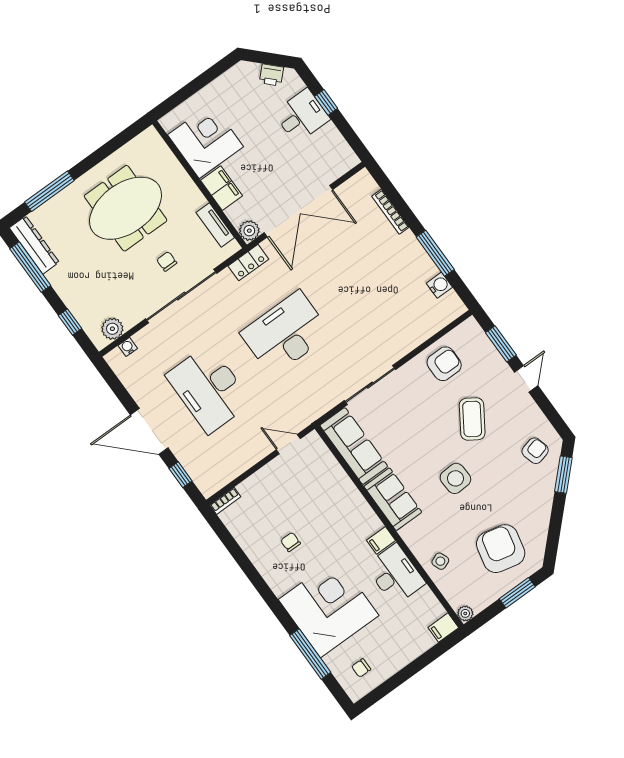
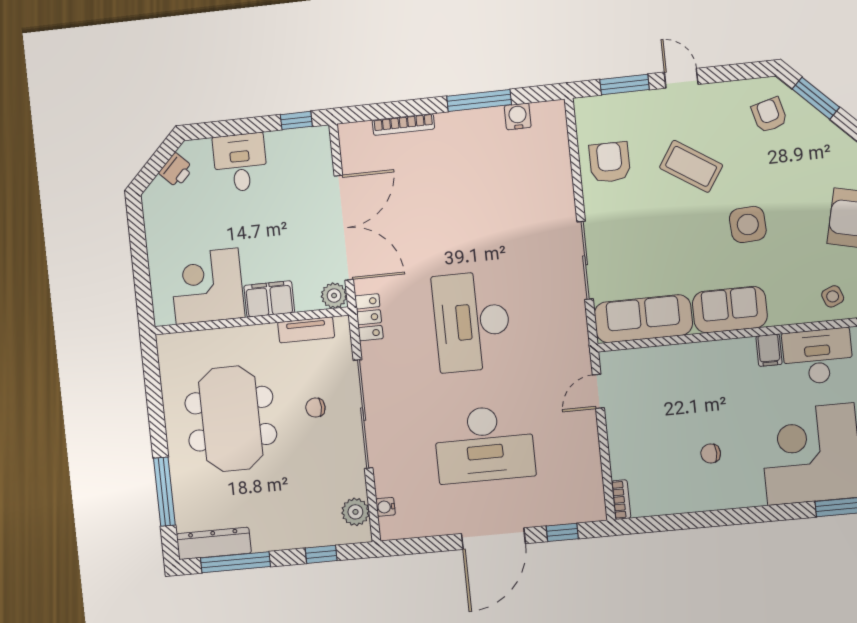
window: (326, 102) -> (296, 120), moved

